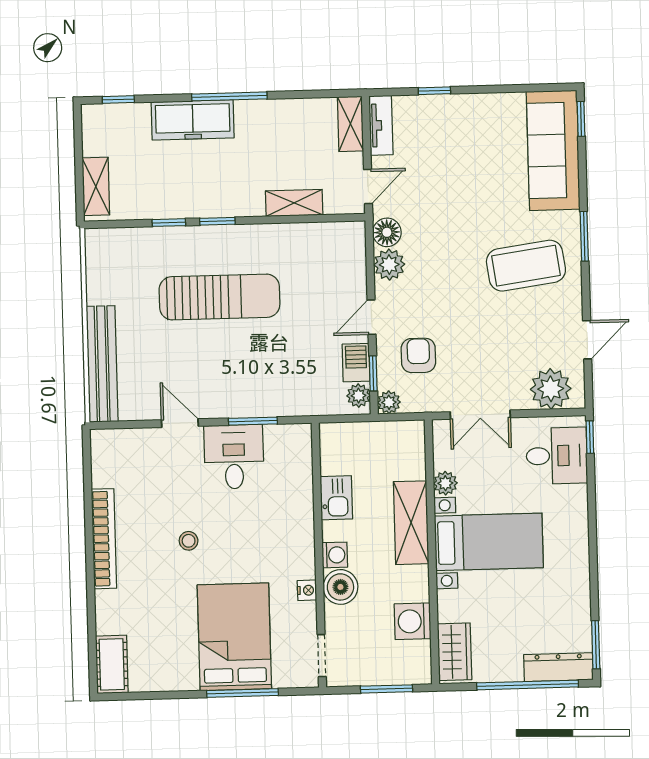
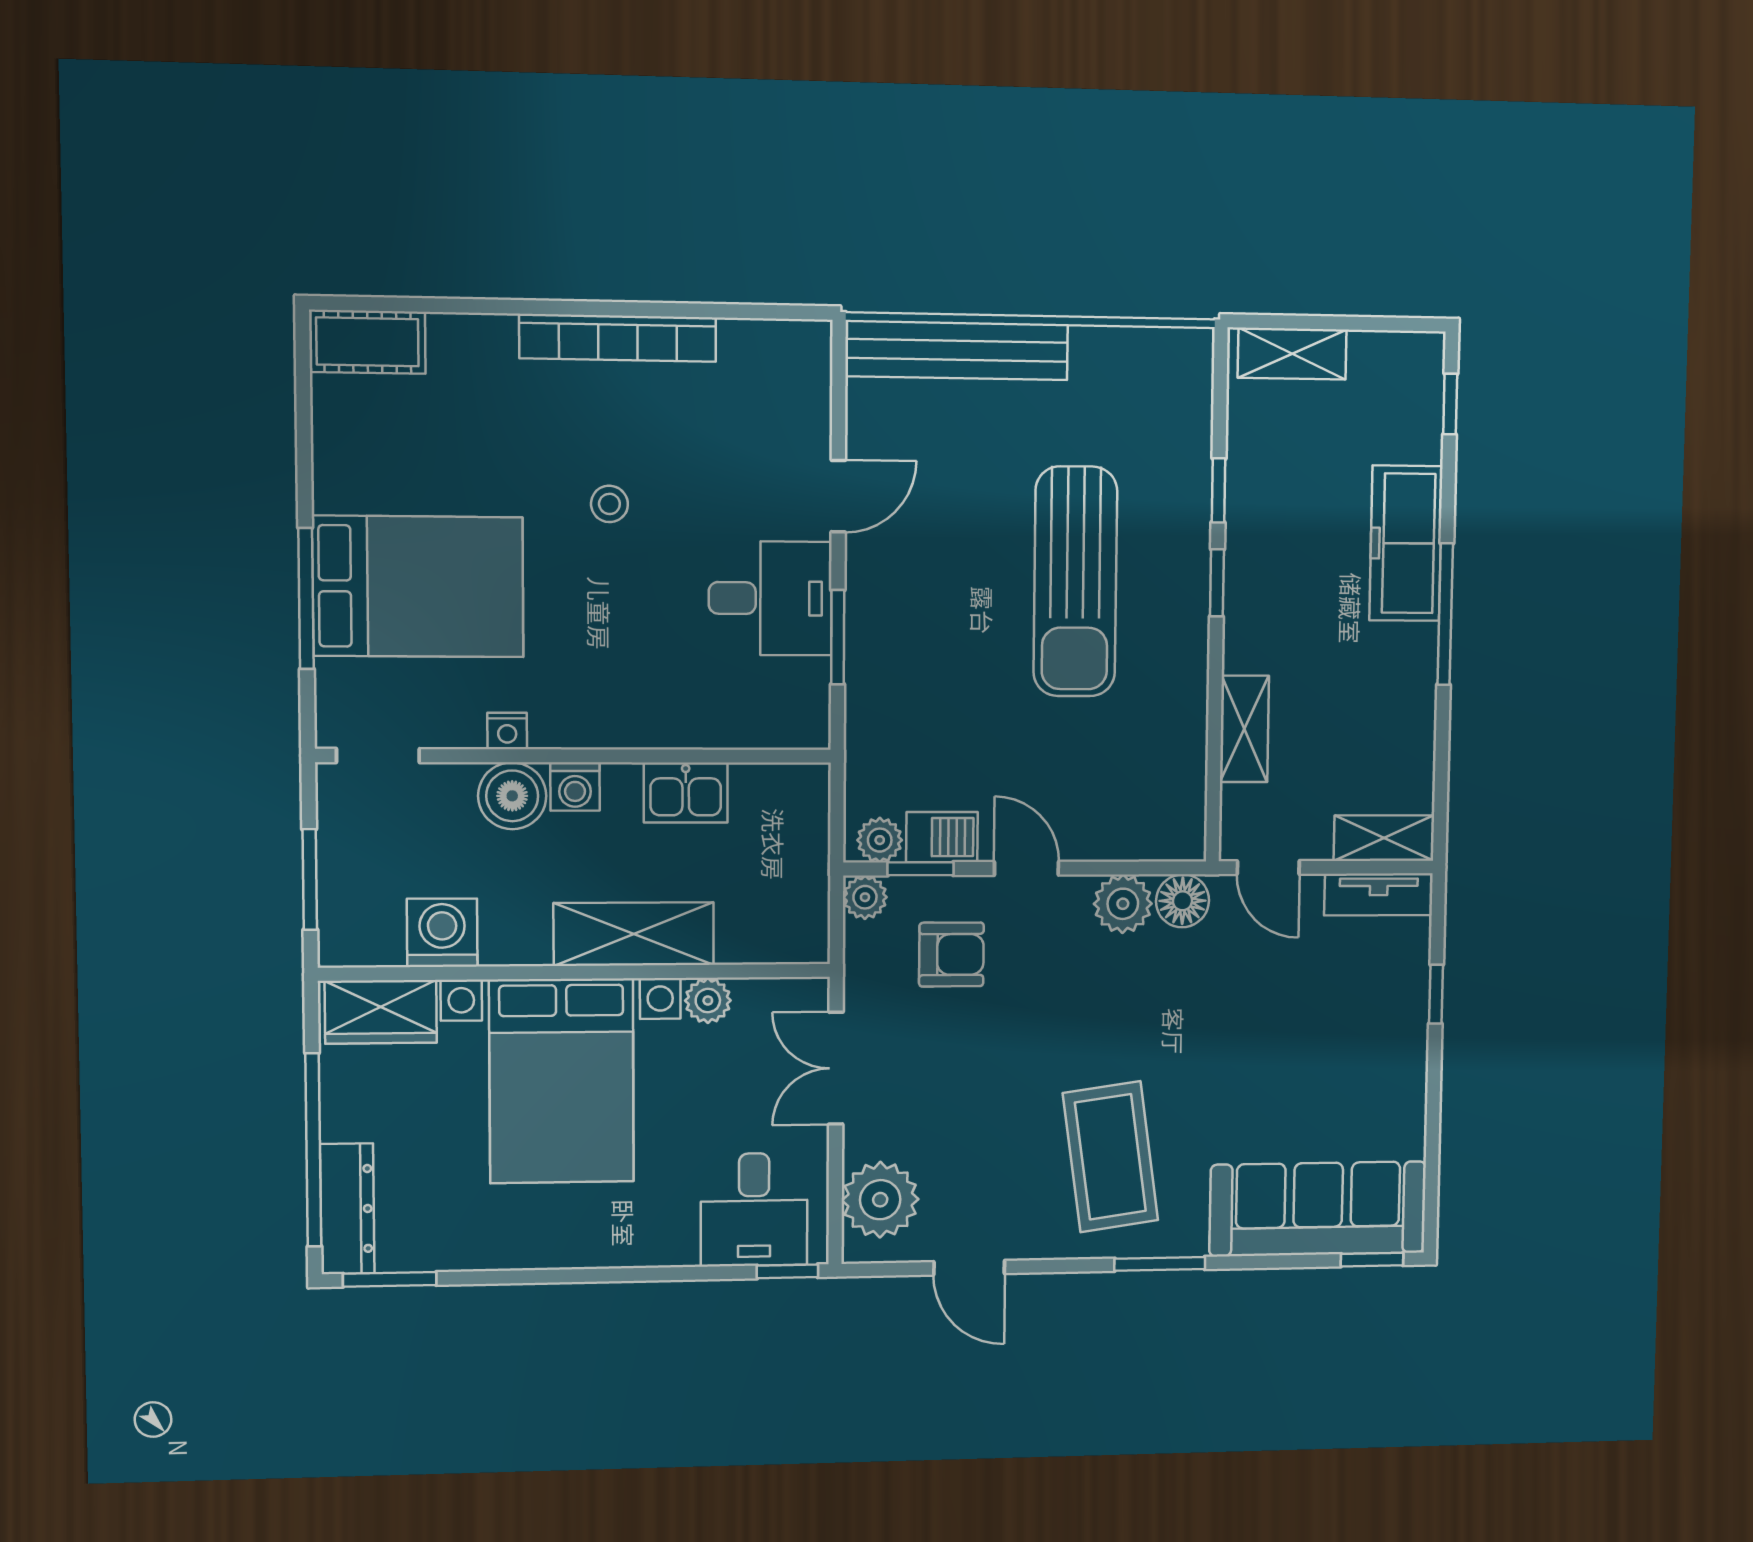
bed with nightstands: (489, 542) -> (562, 1081), width x1.36

